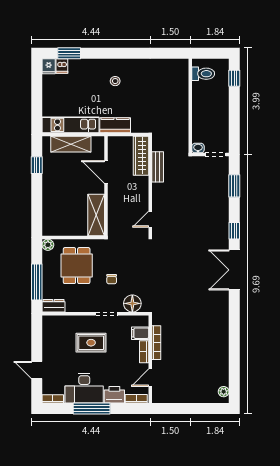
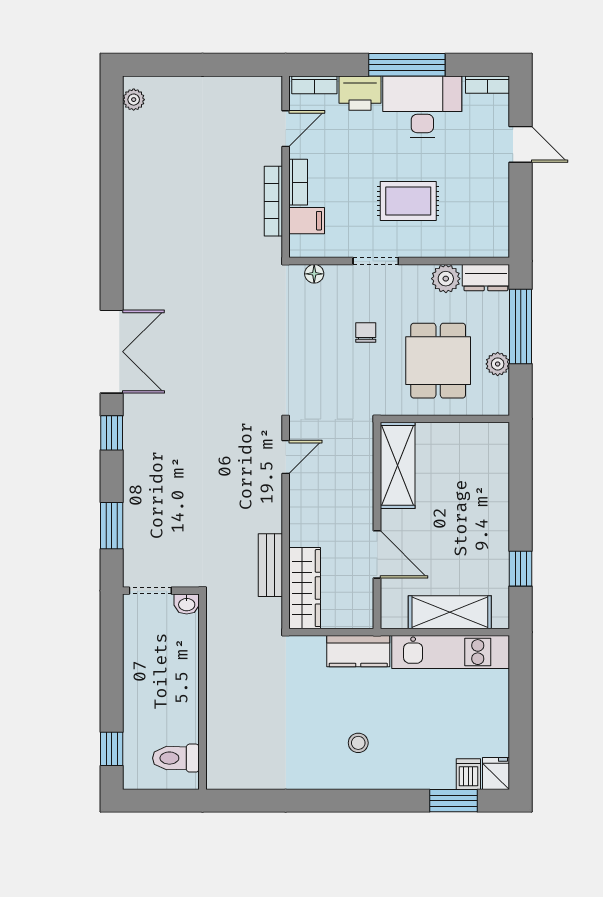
plant: (48, 245) -> (498, 364), moved
floor lamp: (132, 303) -> (314, 274), width x0.53, depth x0.53
plant: (73, 305) -> (446, 279), added

